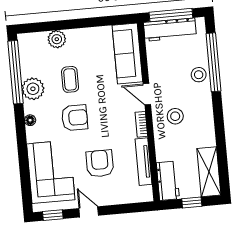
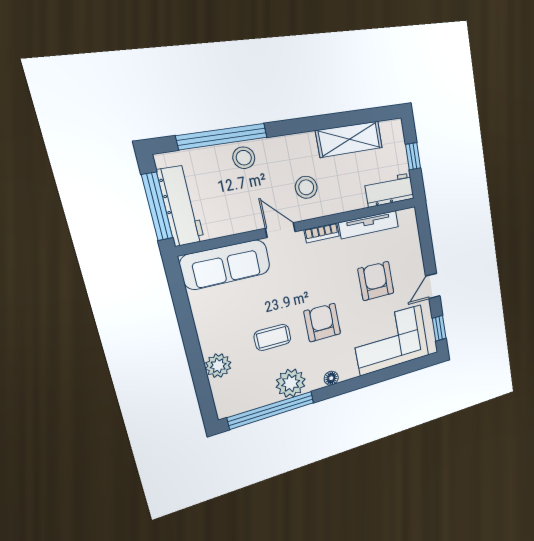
door: (147, 94) -> (280, 230), swing flipped
armchair: (100, 163) -> (376, 281), turned 90
shelving: (209, 172) -> (349, 139), moved

